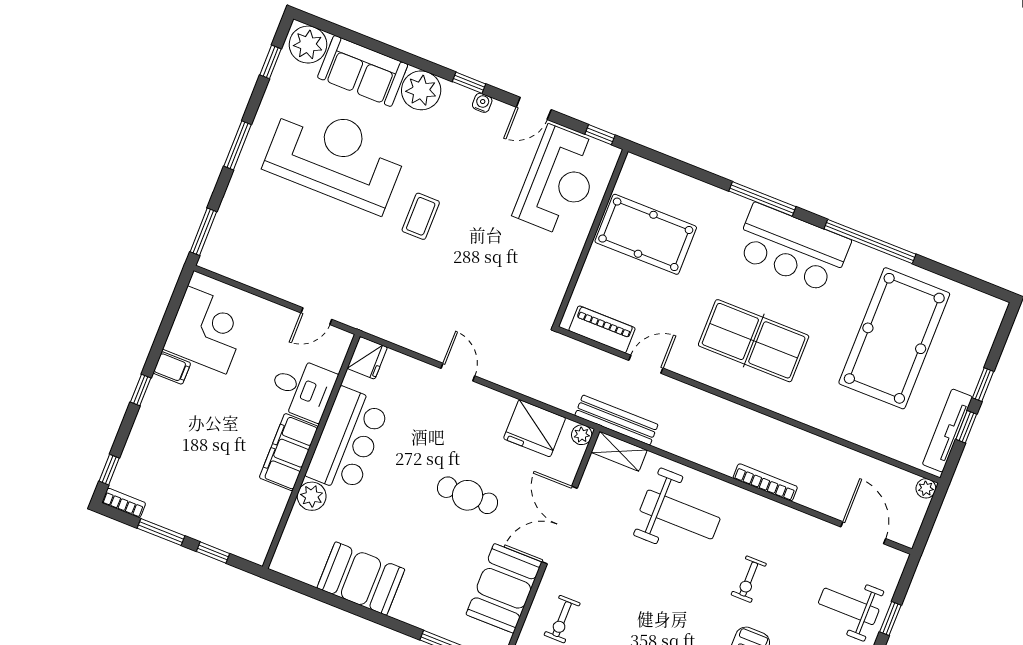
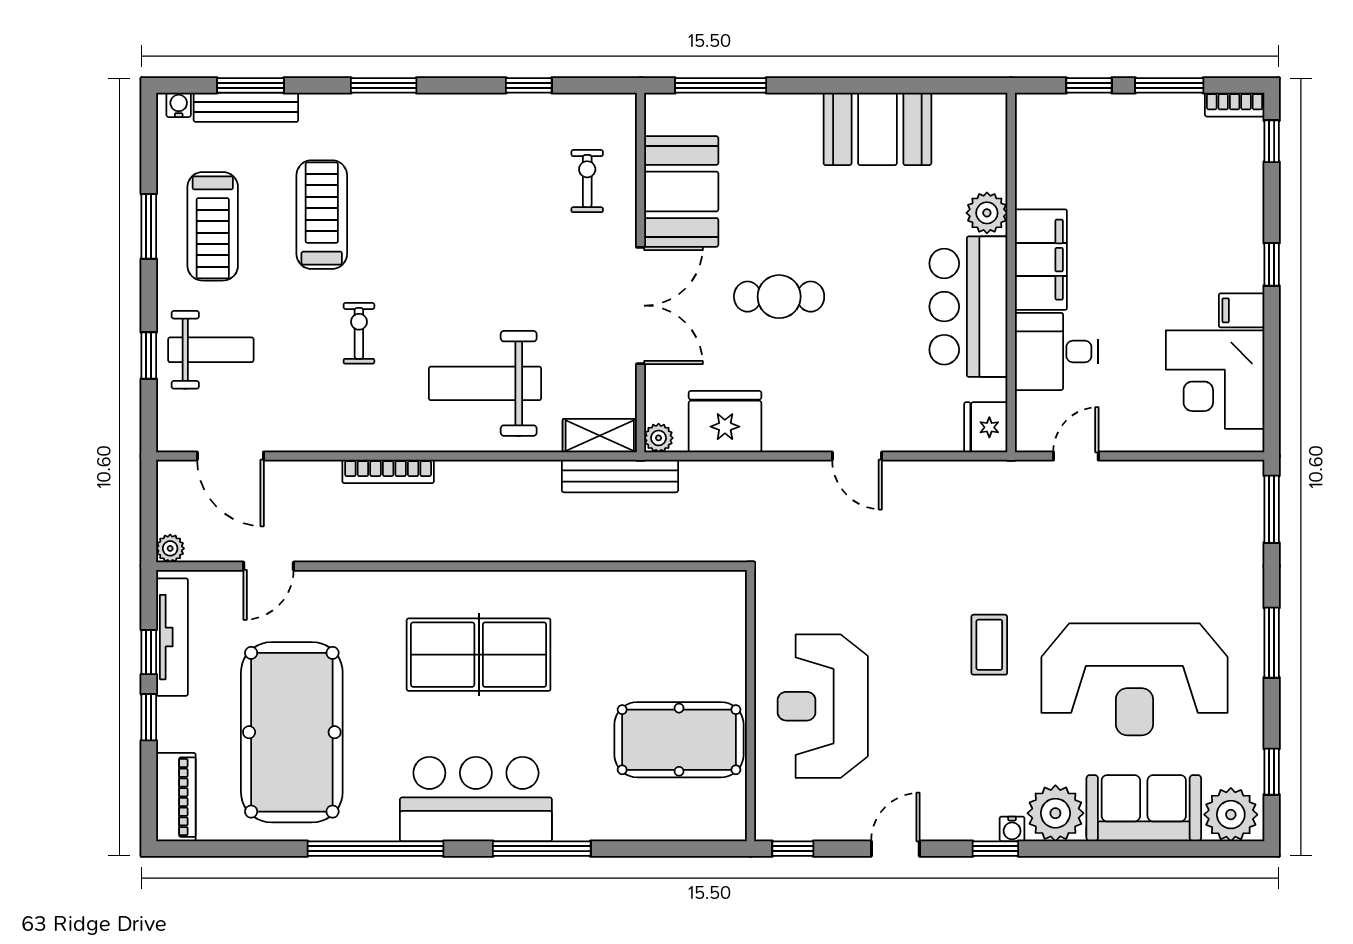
water cooler: (482, 103) -> (1012, 829), moved
reception desk: (559, 181) -> (823, 706), moved
piano: (602, 329) -> (176, 797), moved, turned -90
door: (646, 364) -> (269, 566), moved

